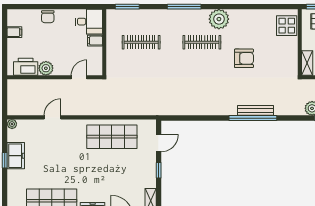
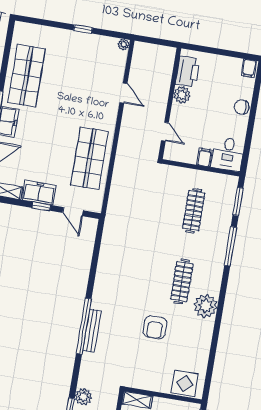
window: (184, 7) -> (230, 246), moved
filing cabinet: (14, 32) -> (249, 68), moved
freezer: (16, 156) -> (39, 193), moved, turned 180

